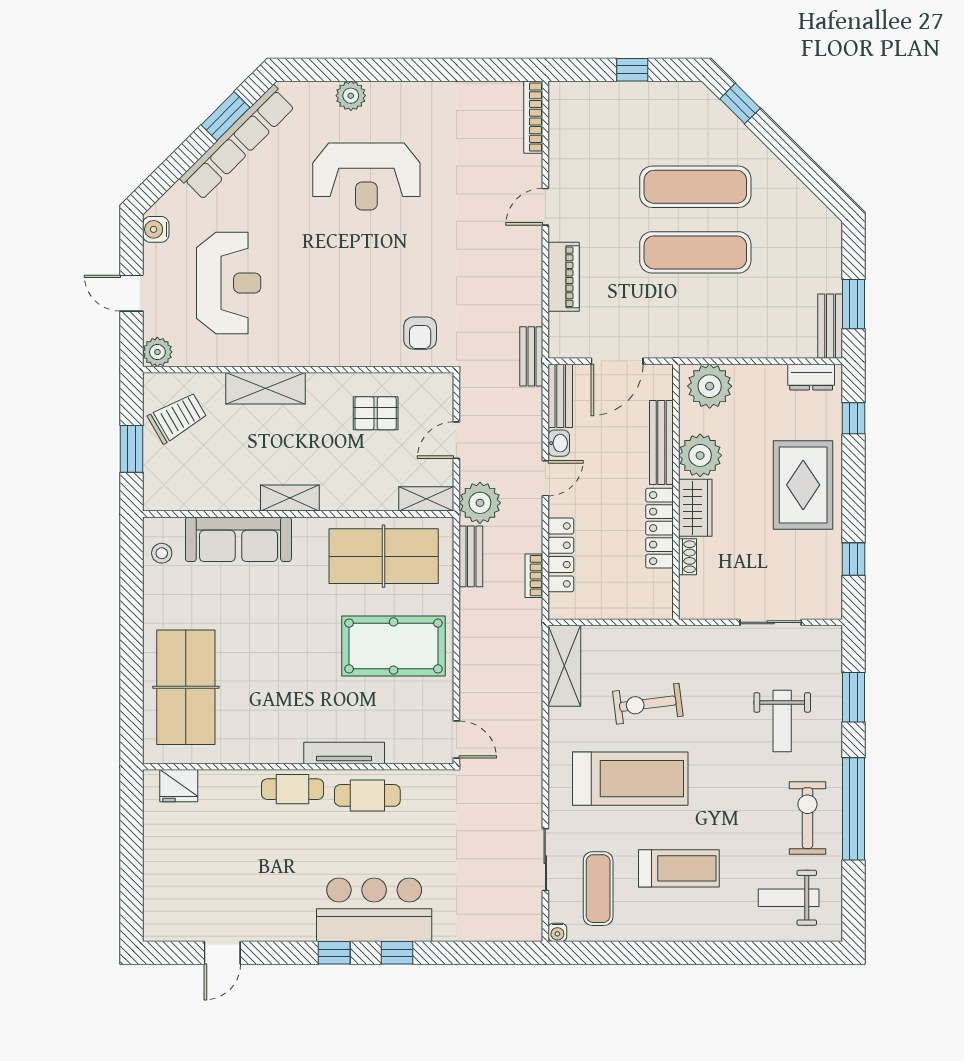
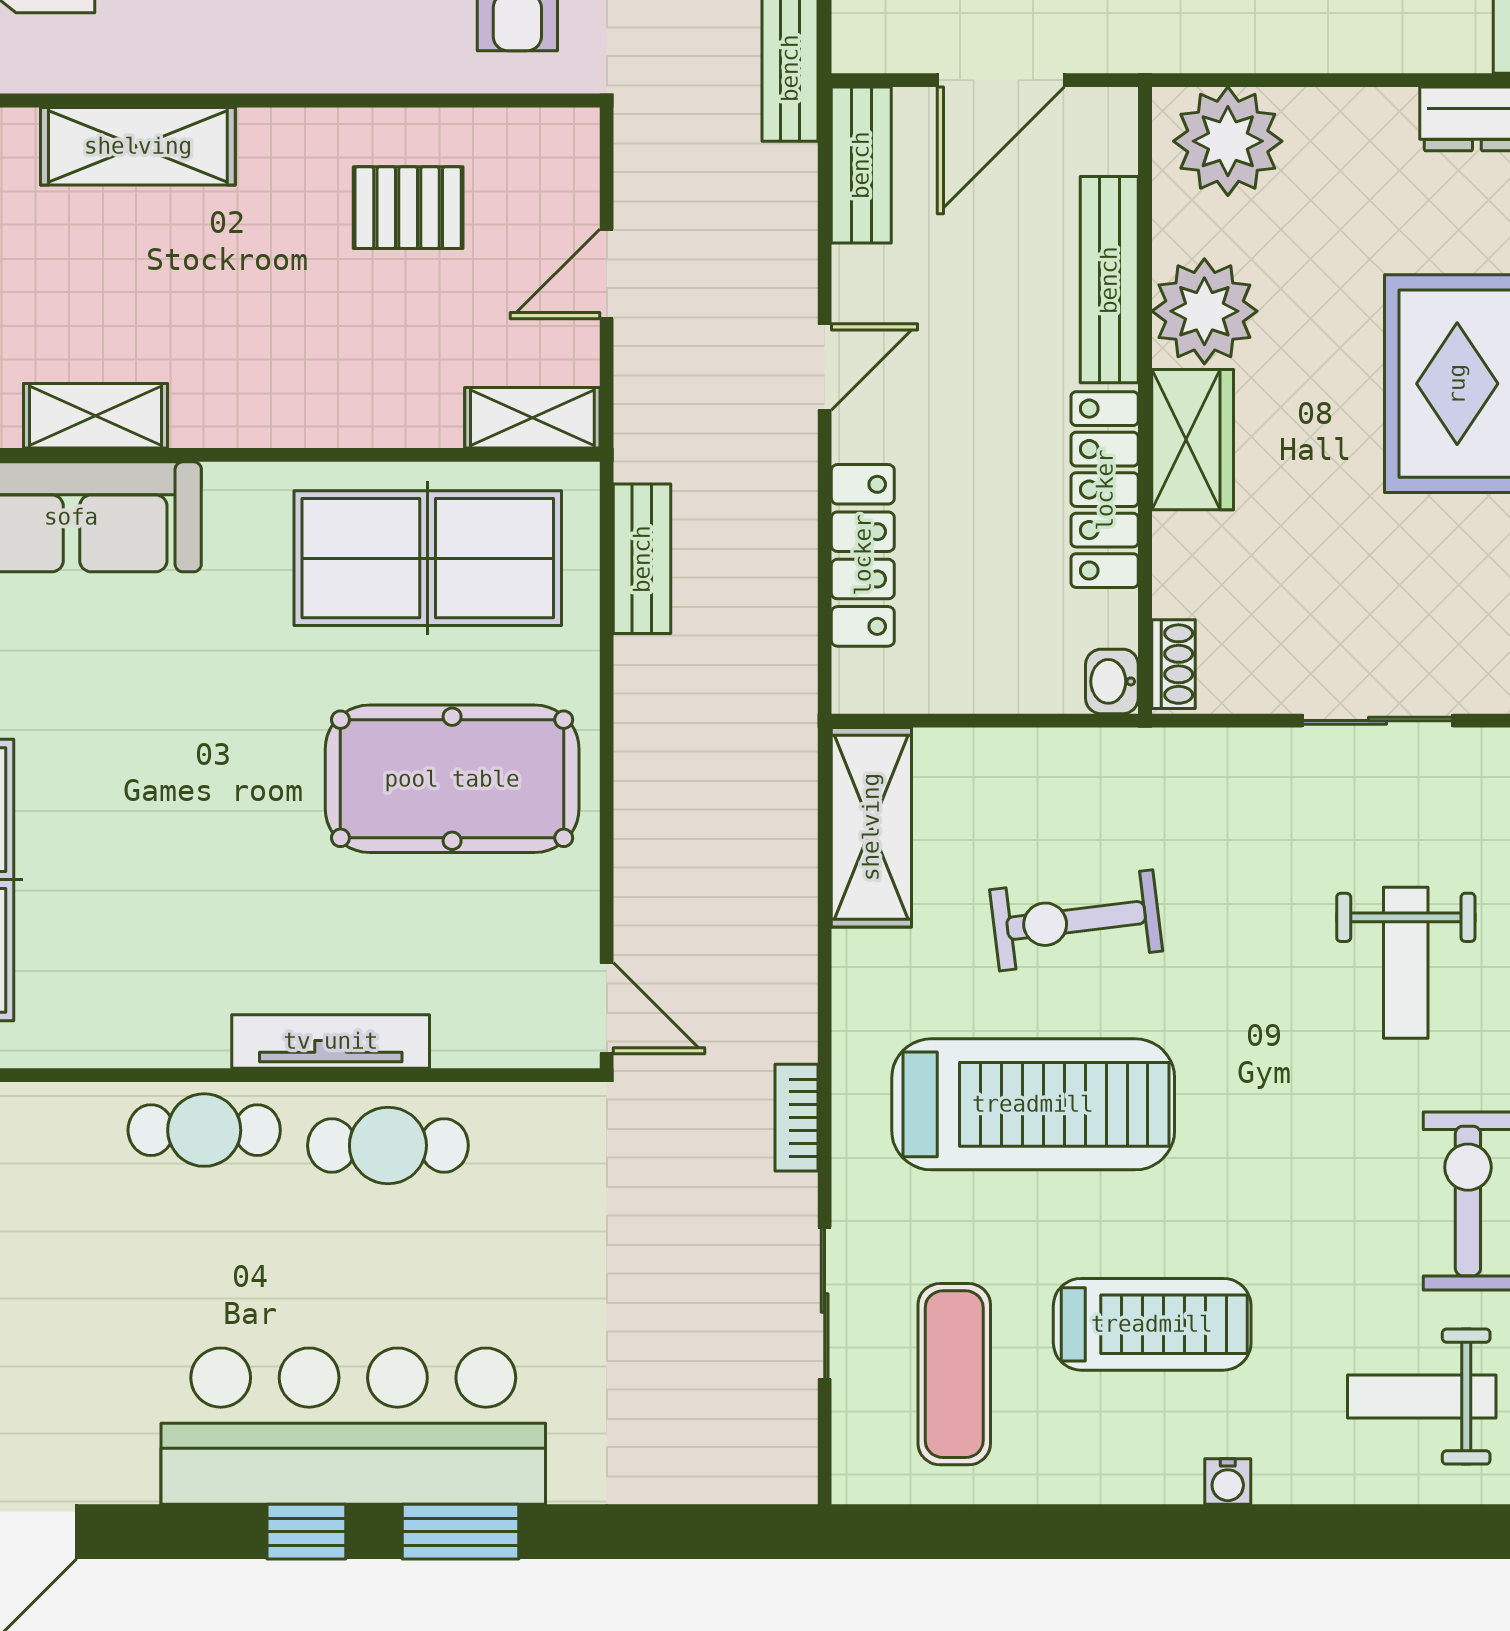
washbasin: (559, 443) -> (1112, 681), moved, turned 180
shelving: (290, 498) -> (96, 416), moved
plant: (480, 503) -> (664, 427), removed
shoe rack: (687, 557) -> (1173, 664), moved
bookcase: (534, 576) -> (796, 1118), moved
bar counter: (374, 910) -> (353, 1426), width x1.36
water cooler: (557, 932) -> (1228, 1482), moved
window: (397, 953) -> (460, 1532), width x1.50

